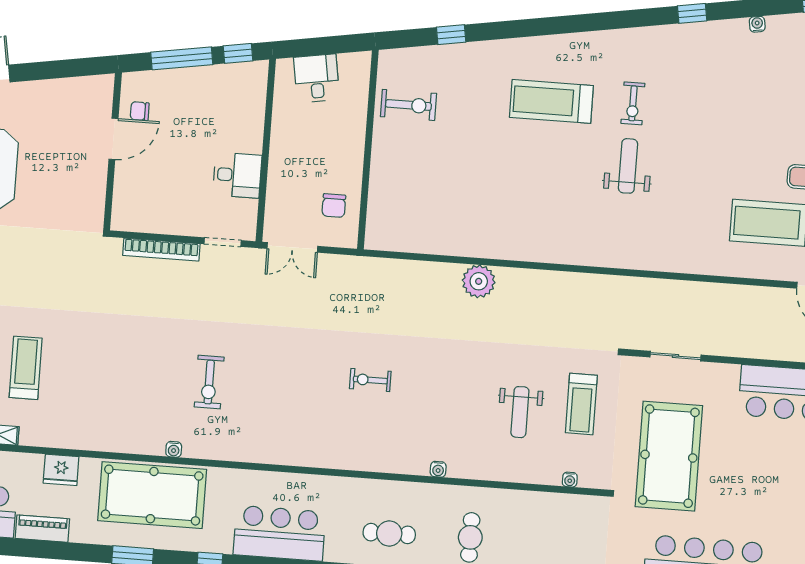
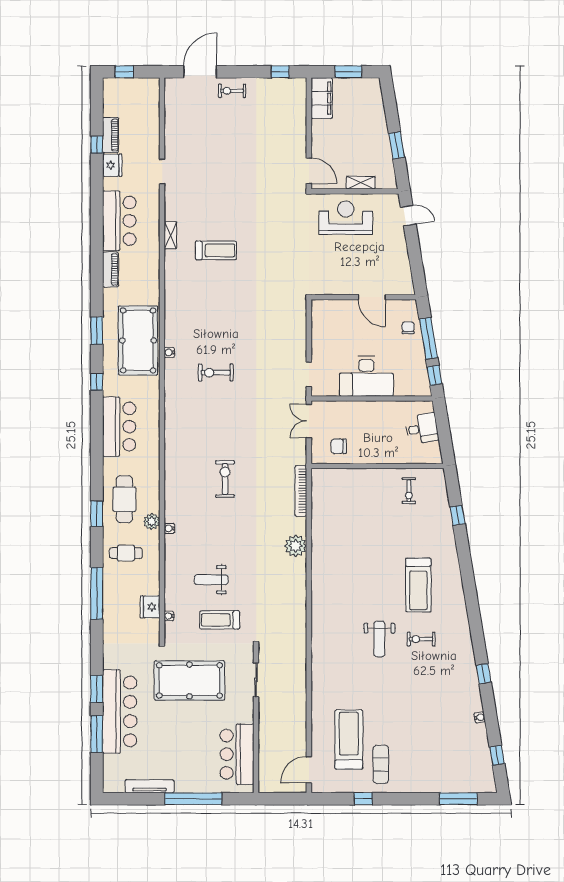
treadmill: (551, 101) -> (418, 585), turned 180
exercise bike: (408, 105) -> (409, 491), width x0.73, depth x0.72
chair: (140, 111) -> (408, 328), moved
weight bench: (628, 166) -> (379, 639), turned 90
desk: (237, 175) -> (366, 376), width x1.87, depth x1.30
bookcase: (161, 250) -> (301, 491), moved
exercise bike: (370, 380) -> (225, 479), width x1.38, depth x1.39
fridge: (61, 470) -> (150, 607), moved
plant: (426, 495) -> (152, 521), added
cafe table: (389, 534) -> (124, 499), width x1.37, depth x1.35

